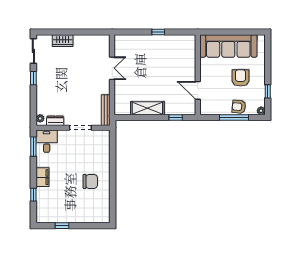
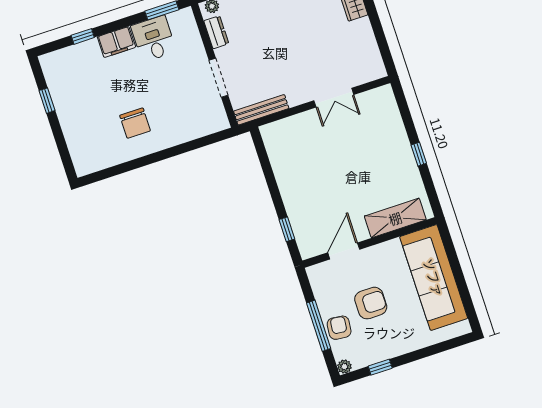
armchair: (241, 78) -> (371, 303), moved
shelving: (147, 108) -> (395, 218), moved, turned 90
desk: (47, 141) -> (154, 39), moved, turned -90

